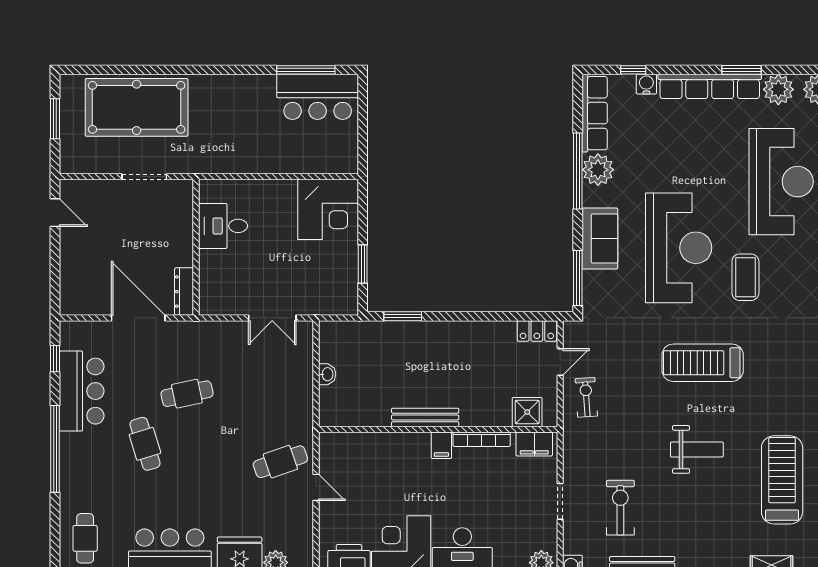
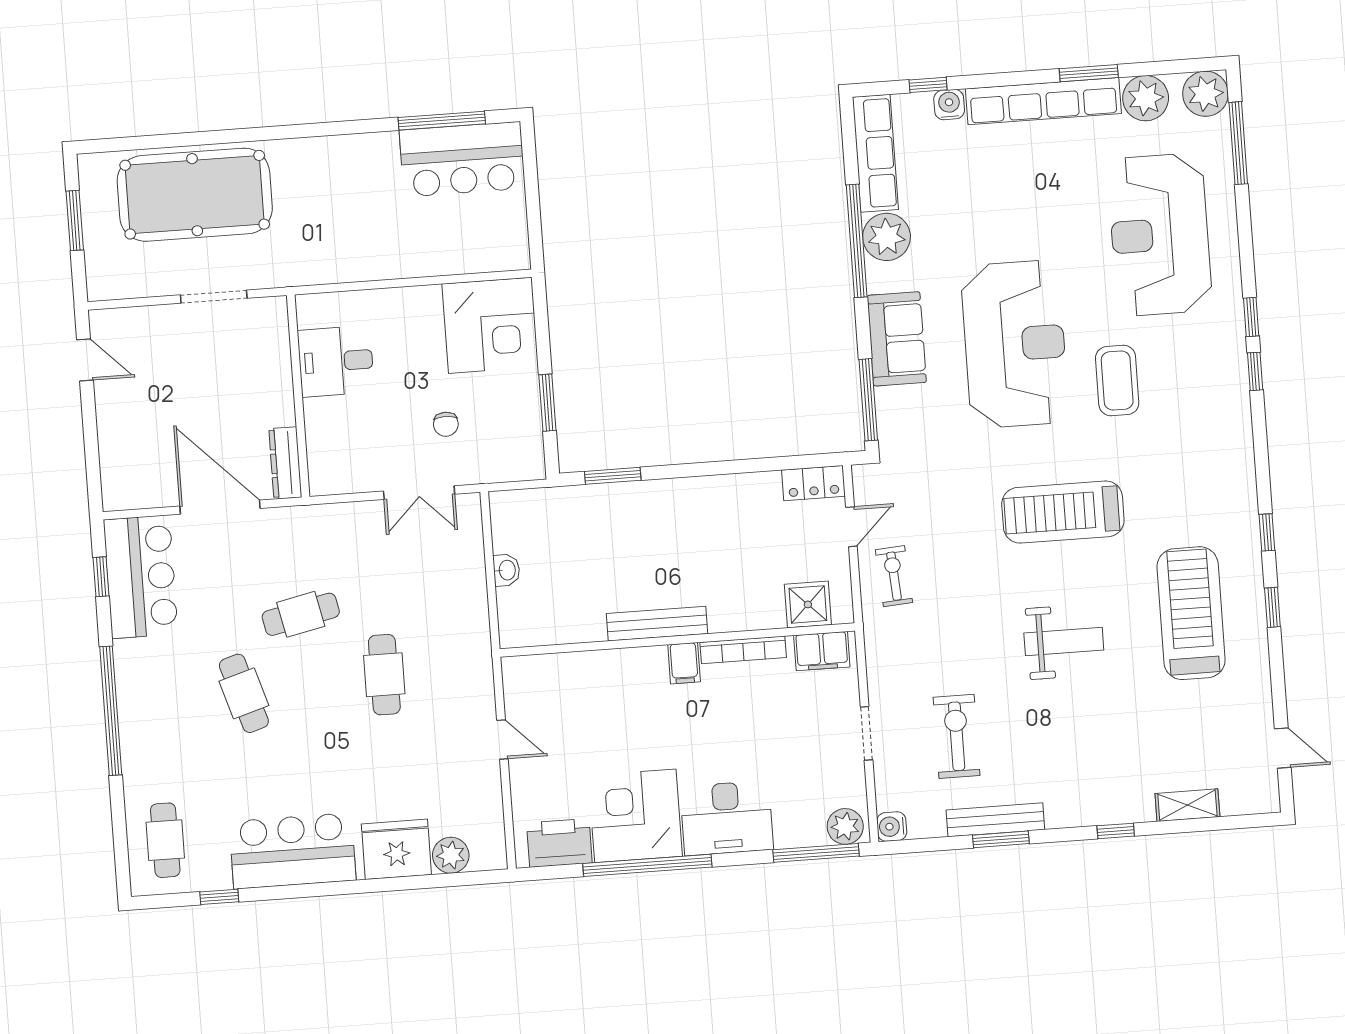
reception desk: (781, 182) -> (1160, 235), turned 180
chair: (294, 273) -> (446, 424), added
bar counter: (82, 391) -> (141, 577), moved
cafe table: (280, 462) -> (384, 675), moved, turned -71
treadmill: (782, 480) -> (1191, 613), moved

